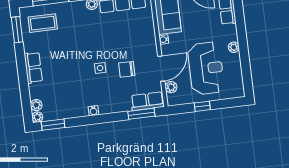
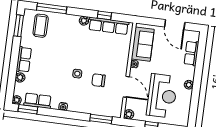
coffee table: (43, 23) -> (41, 26), turned 90
door: (161, 69) -> (126, 87), hinge flipped
plant: (171, 87) -> (129, 114), moved
row of seats: (147, 101) -> (38, 101), moved
plant: (36, 105) -> (20, 77), moved

